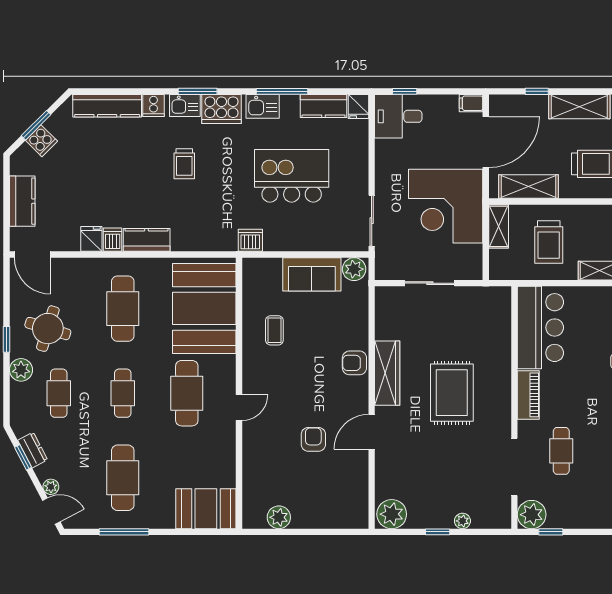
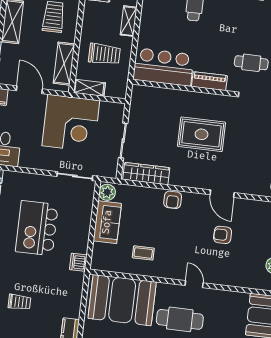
door: (486, 142) -> (29, 90), width x0.73
wardrobe: (387, 373) -> (146, 174), moved

